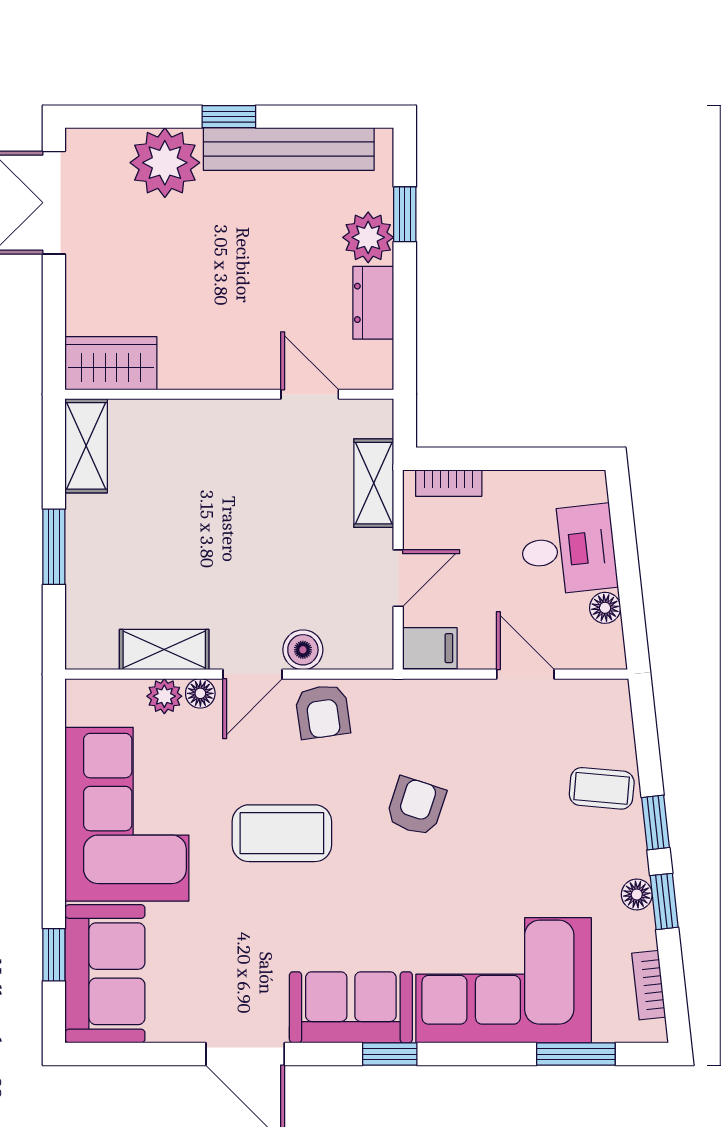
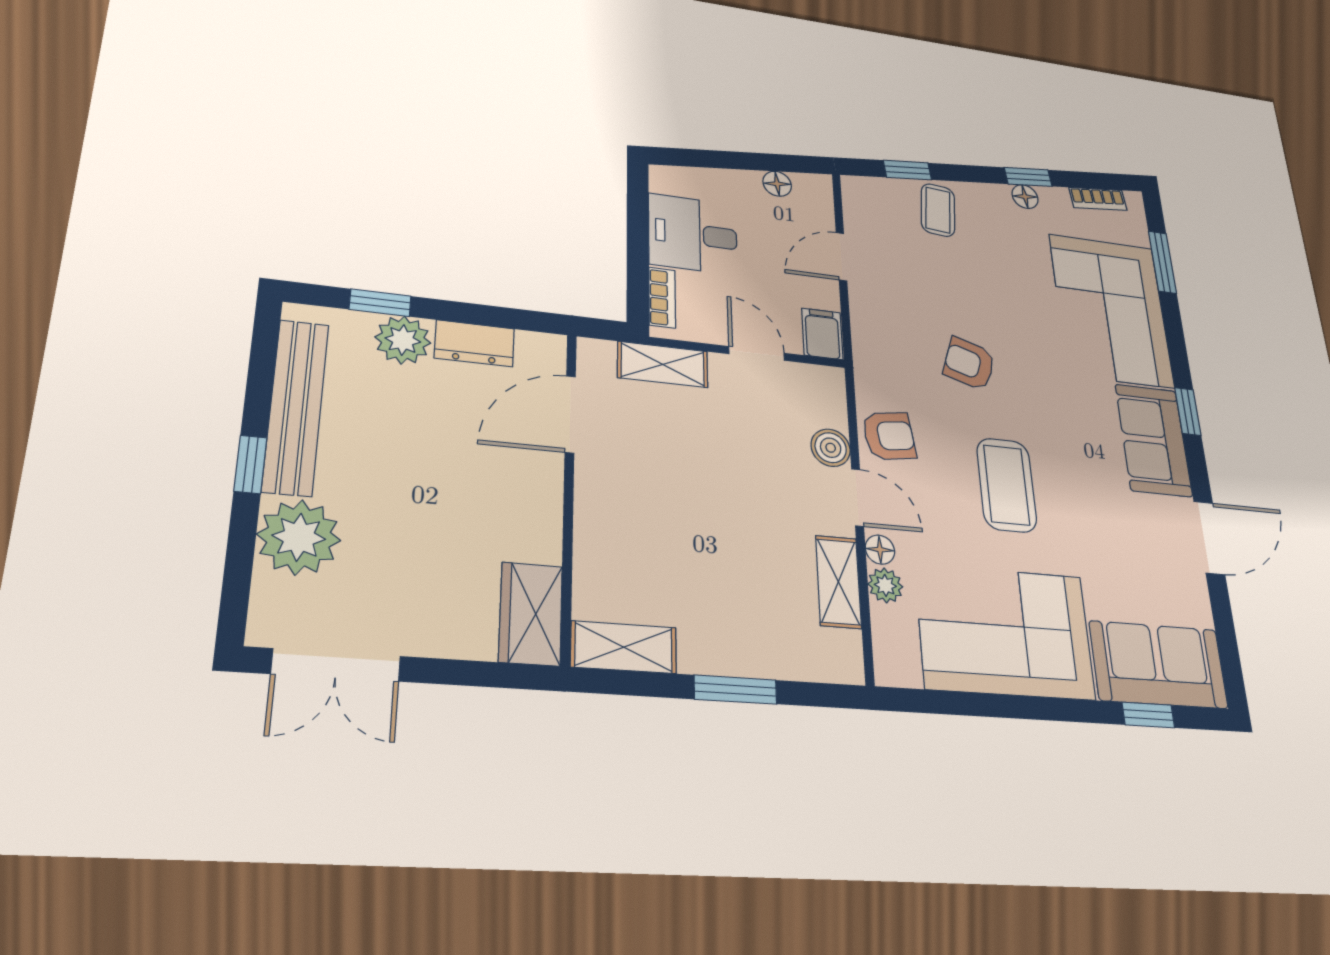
door: (310, 394) -> (570, 414), width x1.38
desk: (568, 550) -> (693, 234), moved, turned -84
window: (656, 823) -> (907, 170), moved

